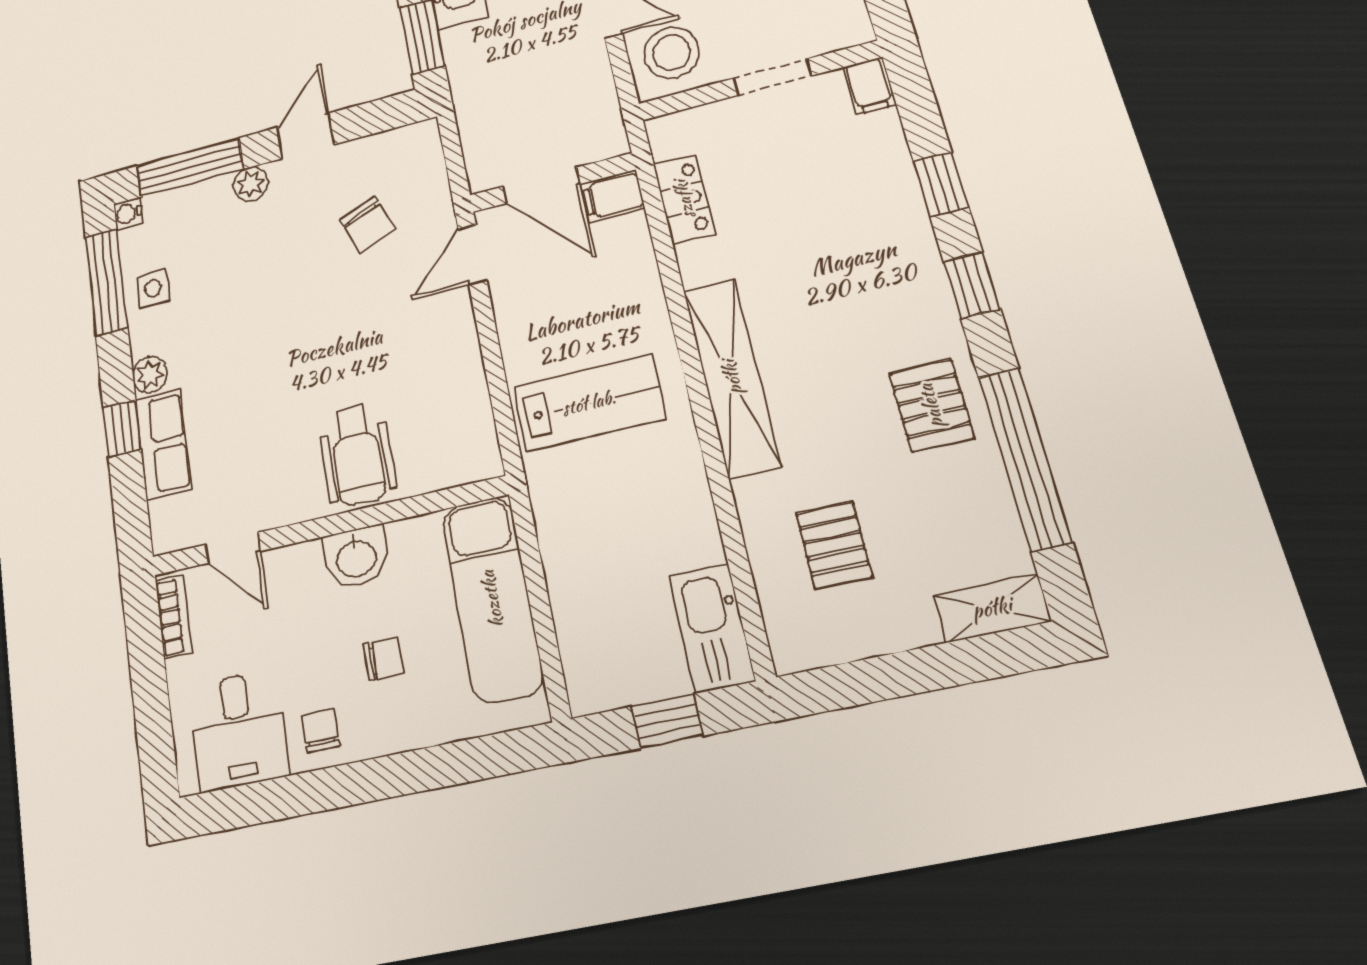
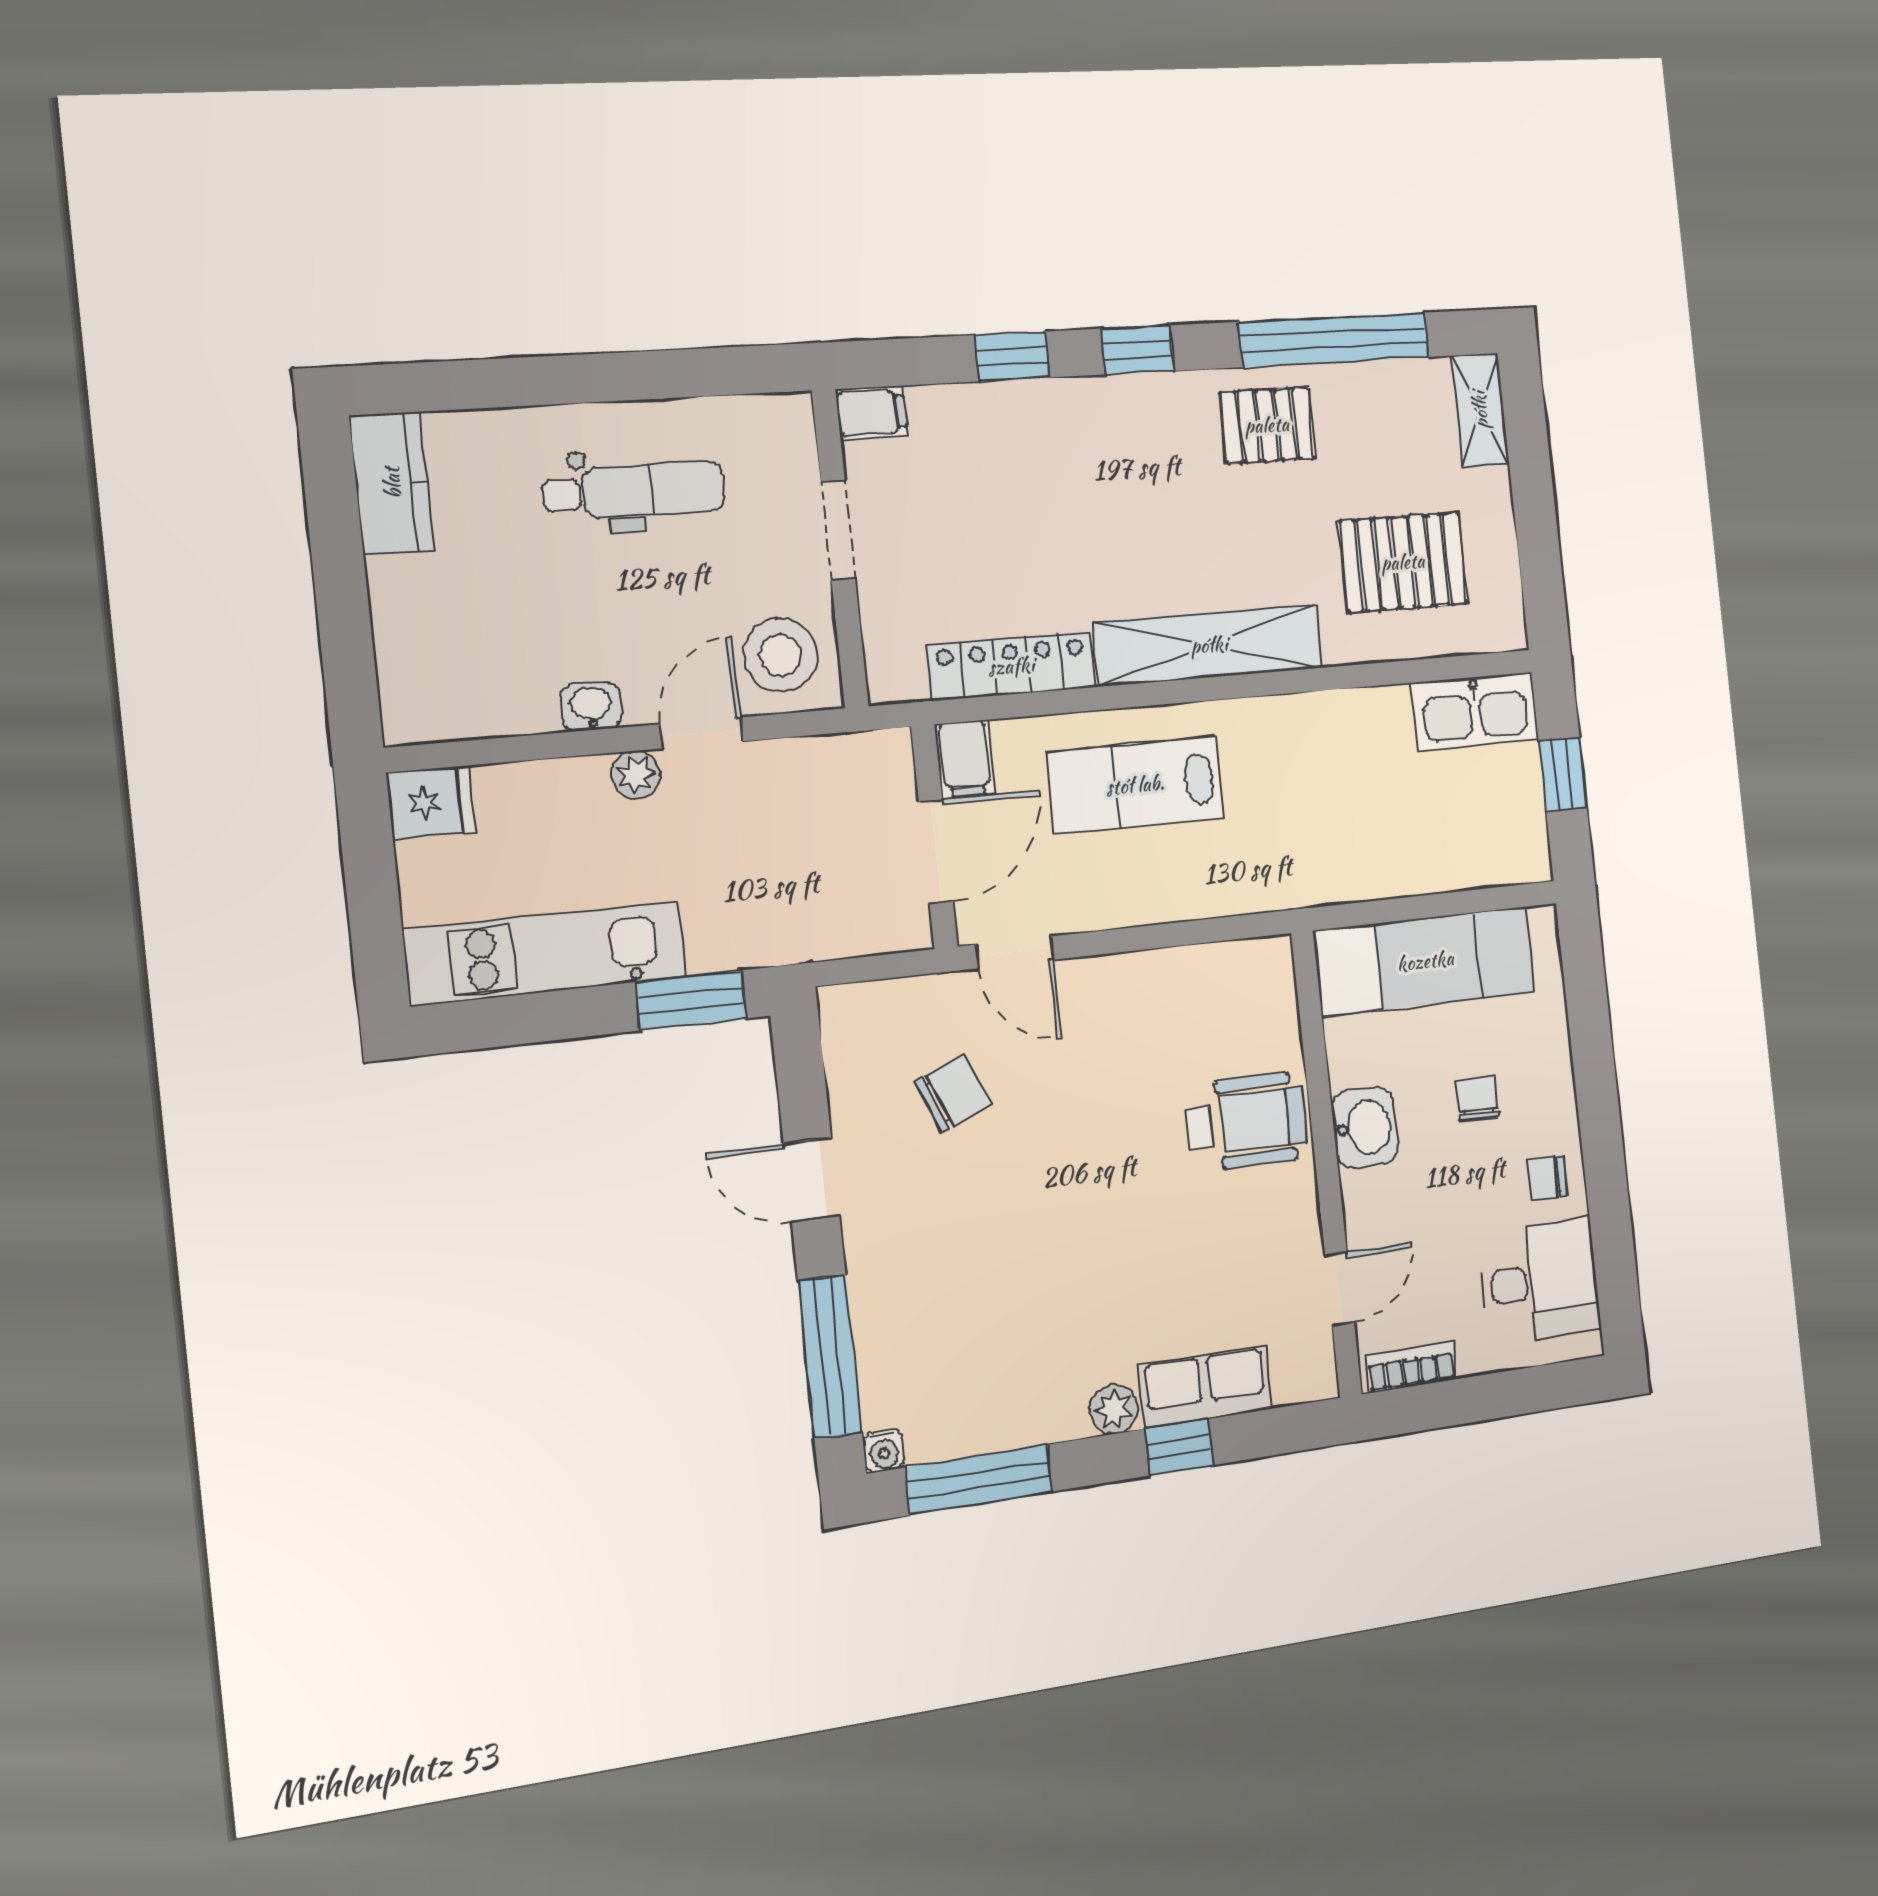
plant: (251, 184) -> (869, 1263), removed
locker: (684, 199) -> (1011, 666), width x1.53
side table: (153, 288) -> (997, 1408), removed
lab bench: (589, 403) -> (1135, 785), moved, turned -90
pallet: (834, 545) -> (1403, 562), width x1.50, depth x1.42

